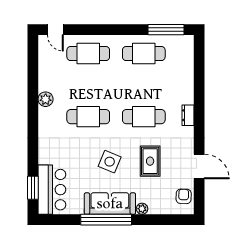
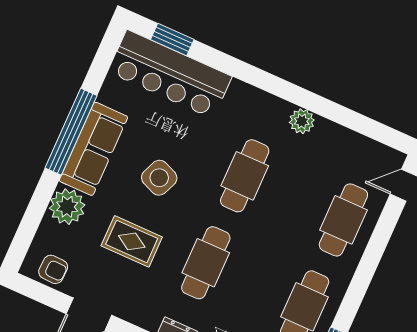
bar counter: (52, 190) -> (170, 74), width x1.36
plant: (142, 209) -> (67, 207), width x1.87, depth x1.87

